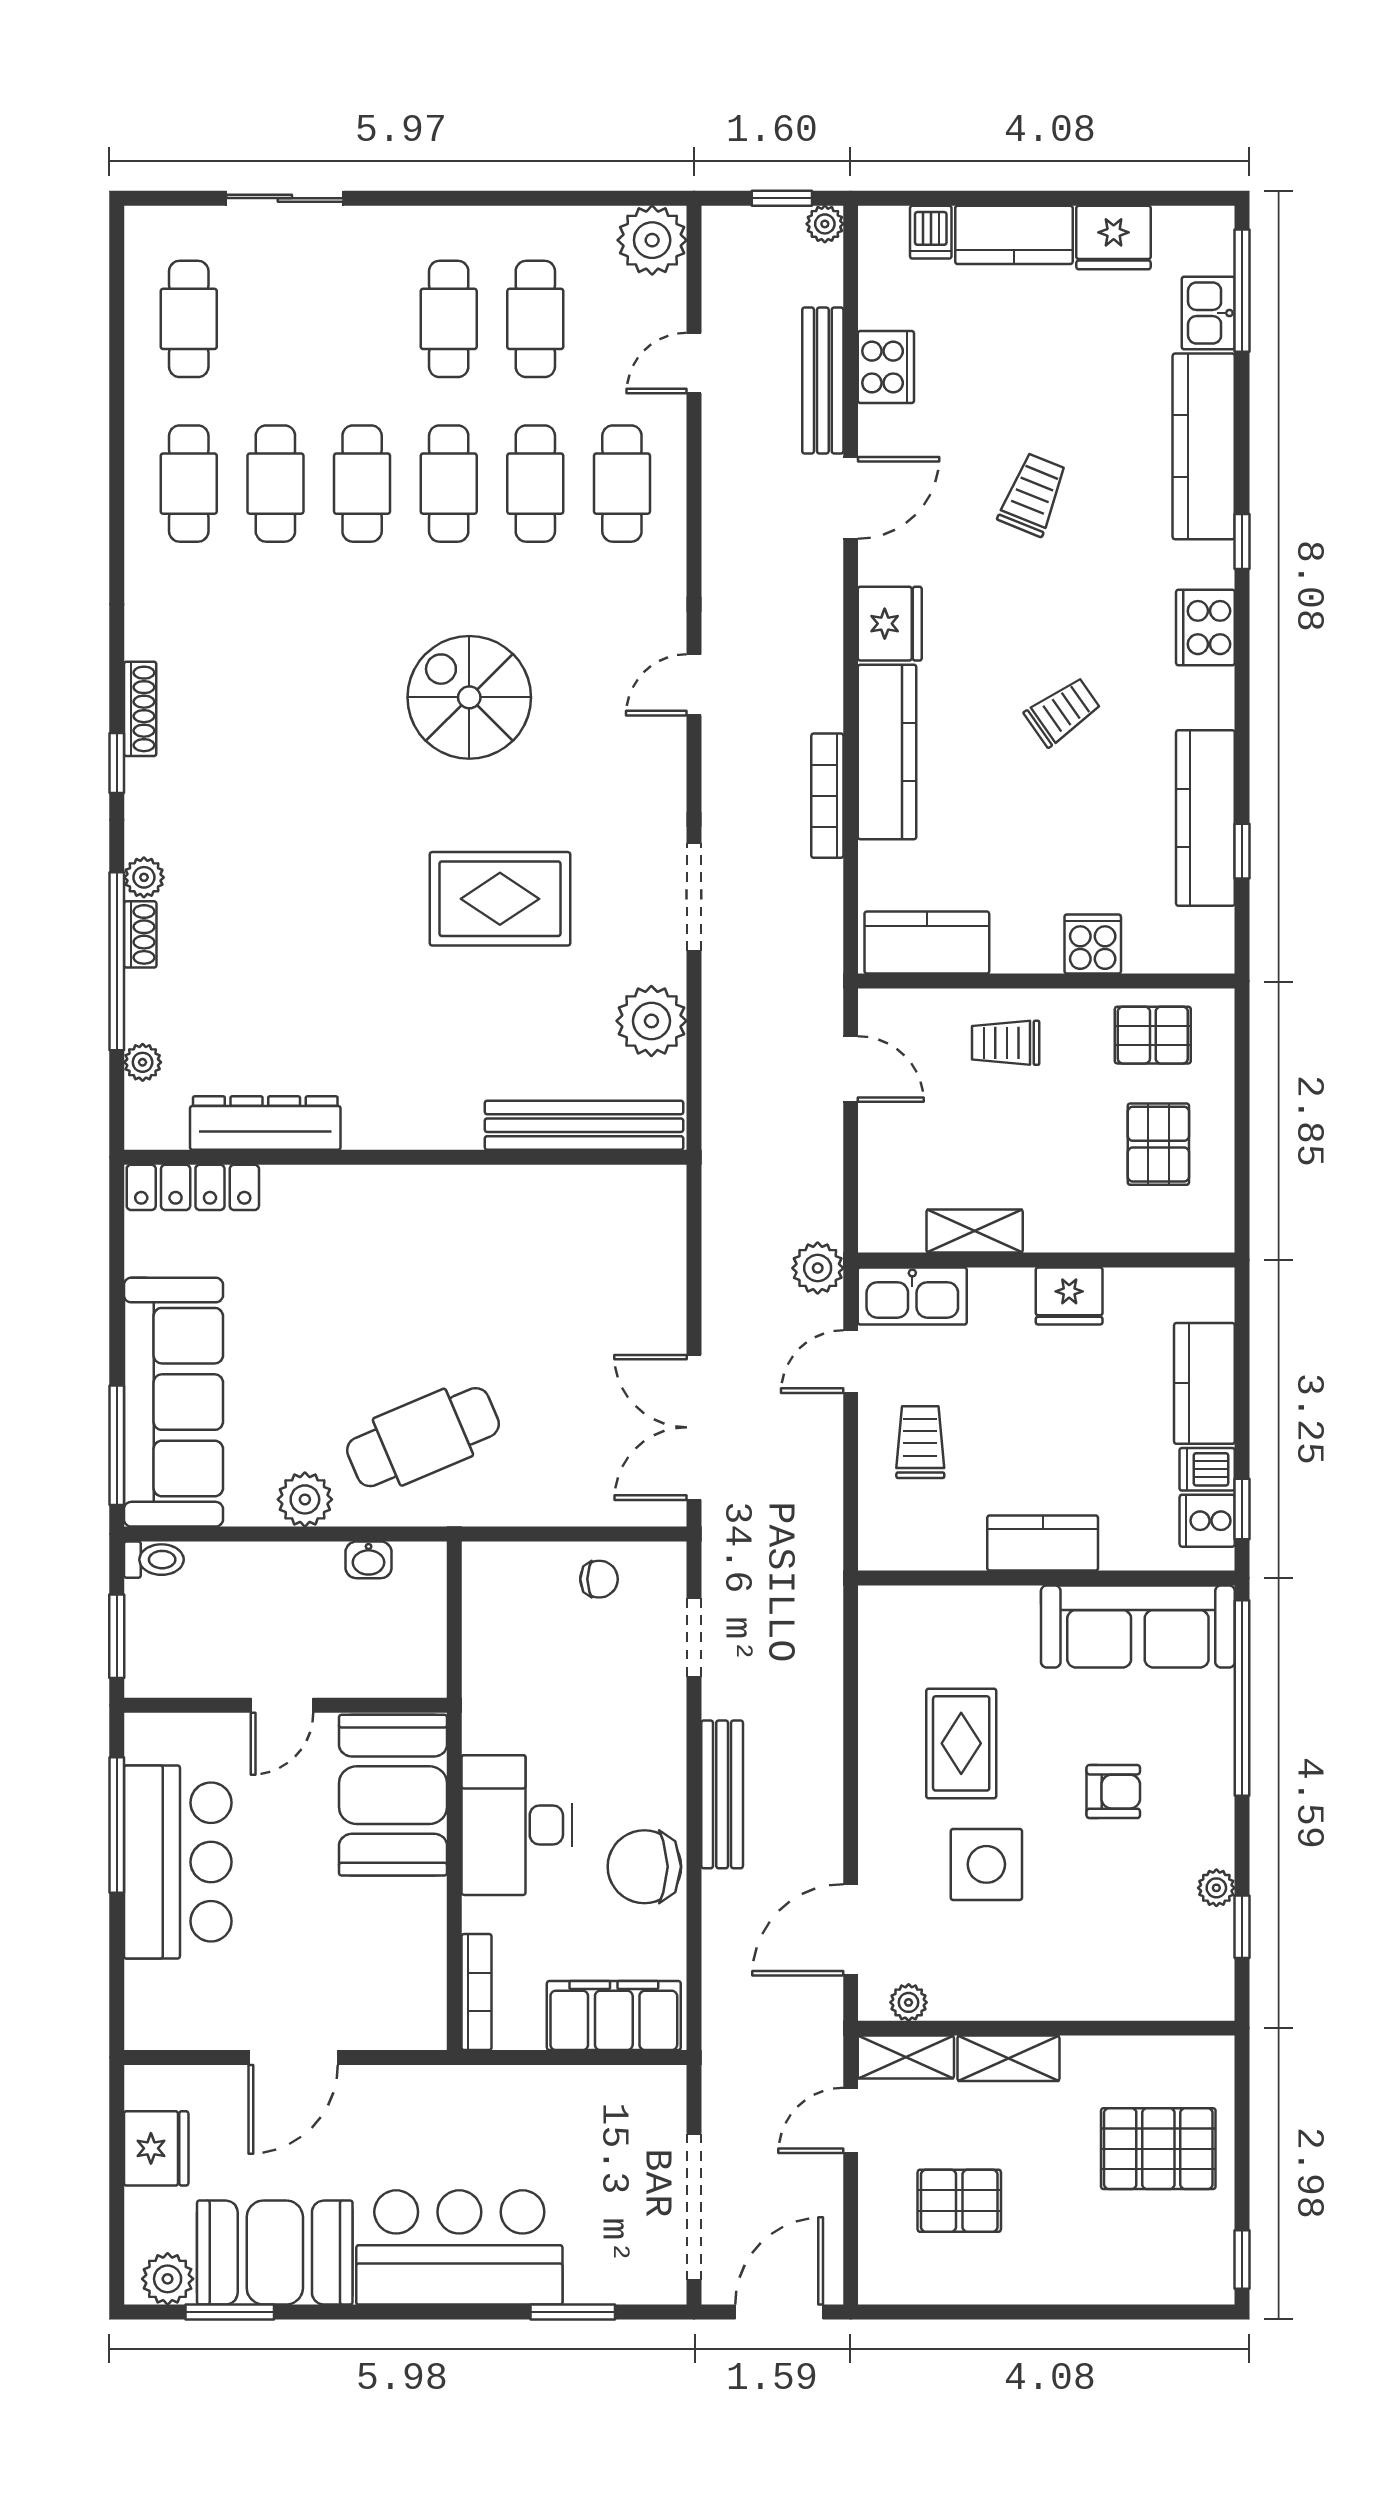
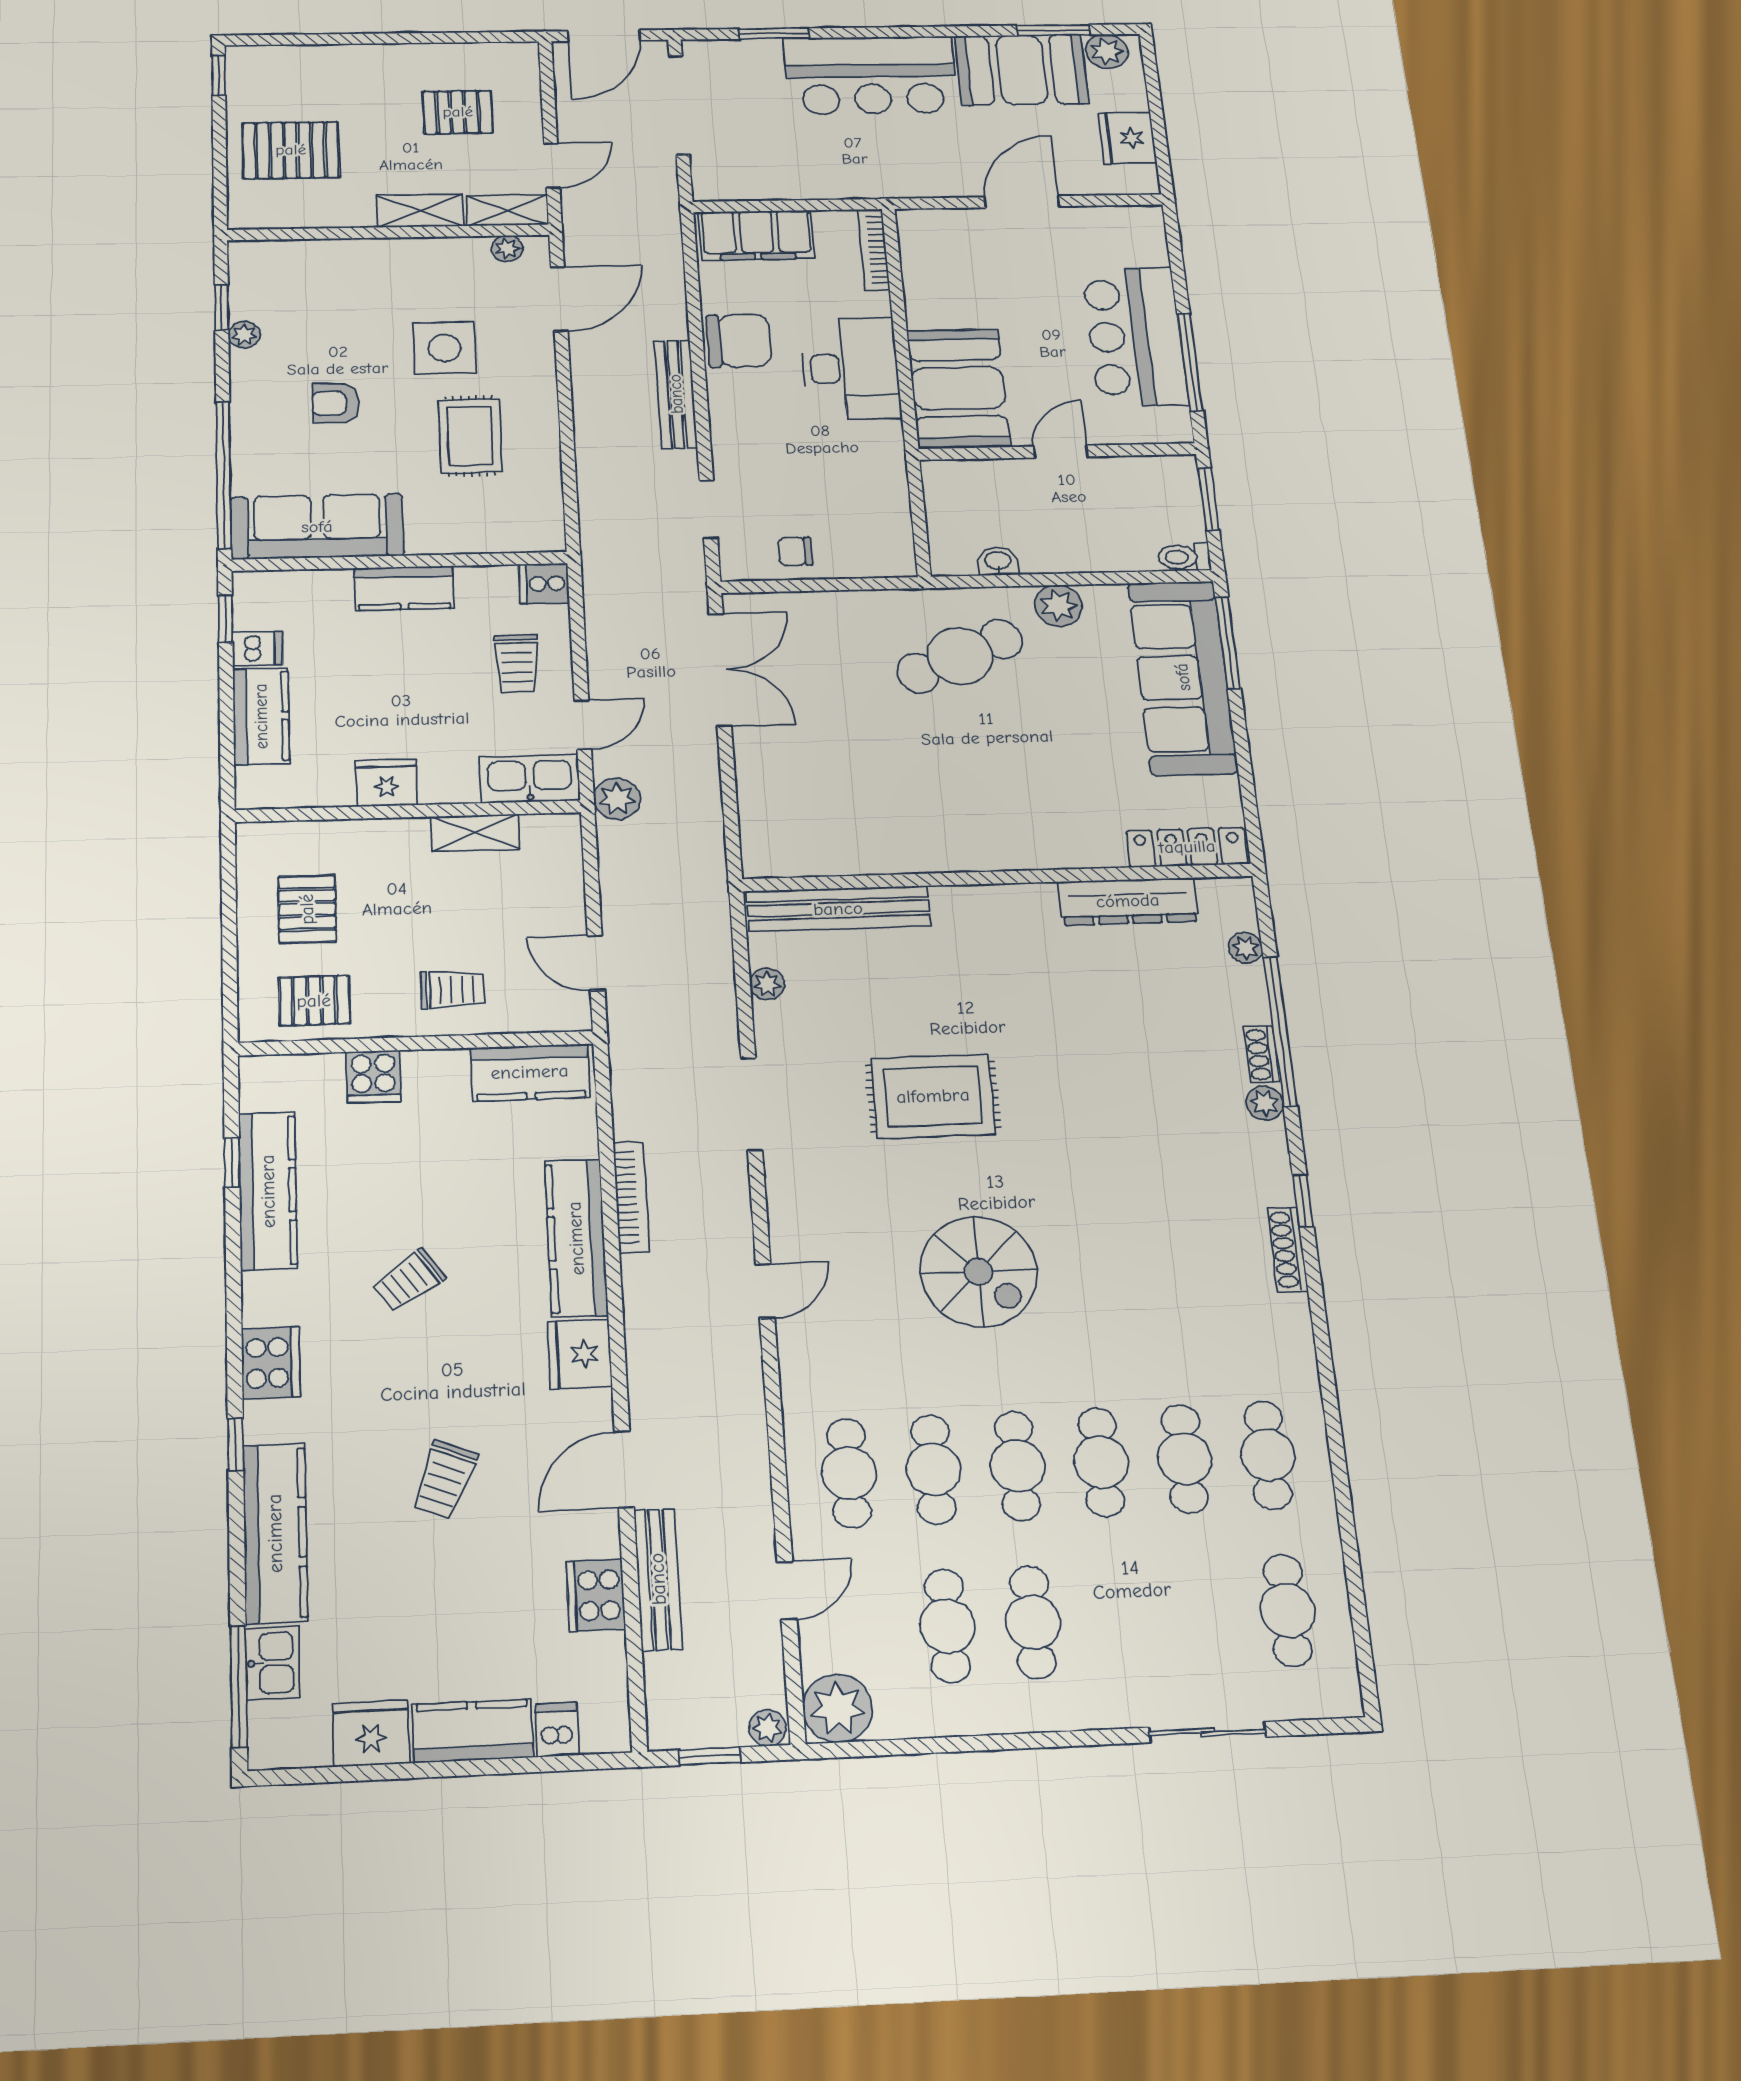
plant: (825, 224) -> (768, 1728), moved
plant: (651, 1021) -> (767, 984), width x0.53, depth x0.53
cooker: (1207, 1521) -> (544, 584), moved, turned 180

